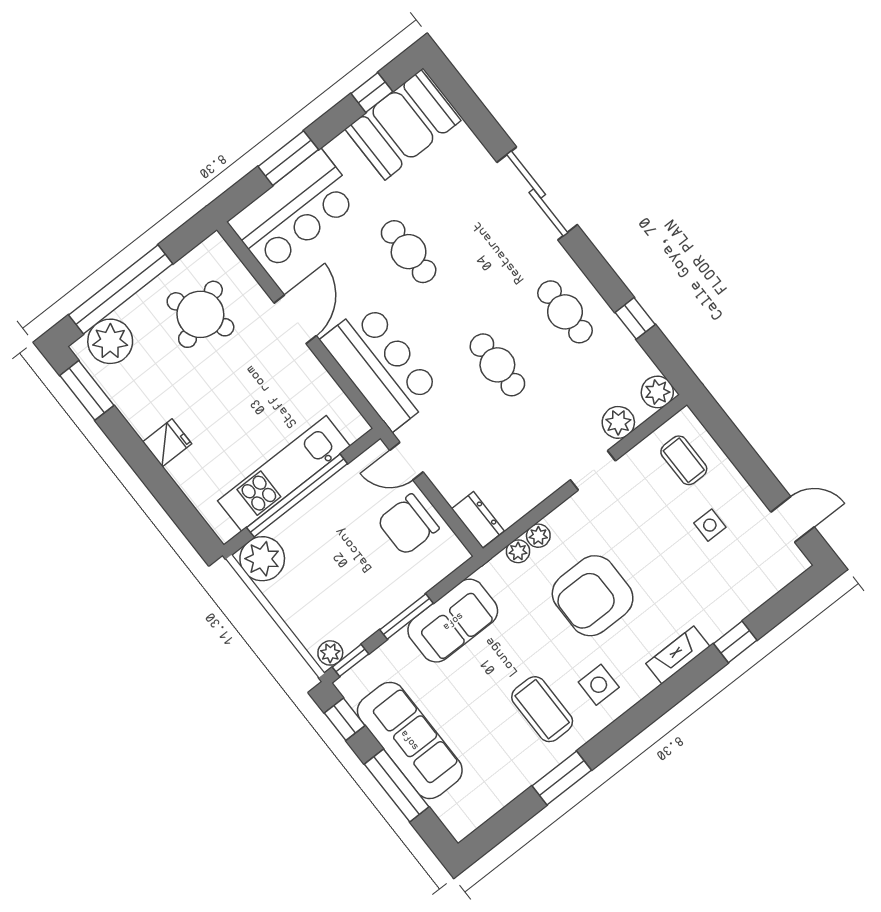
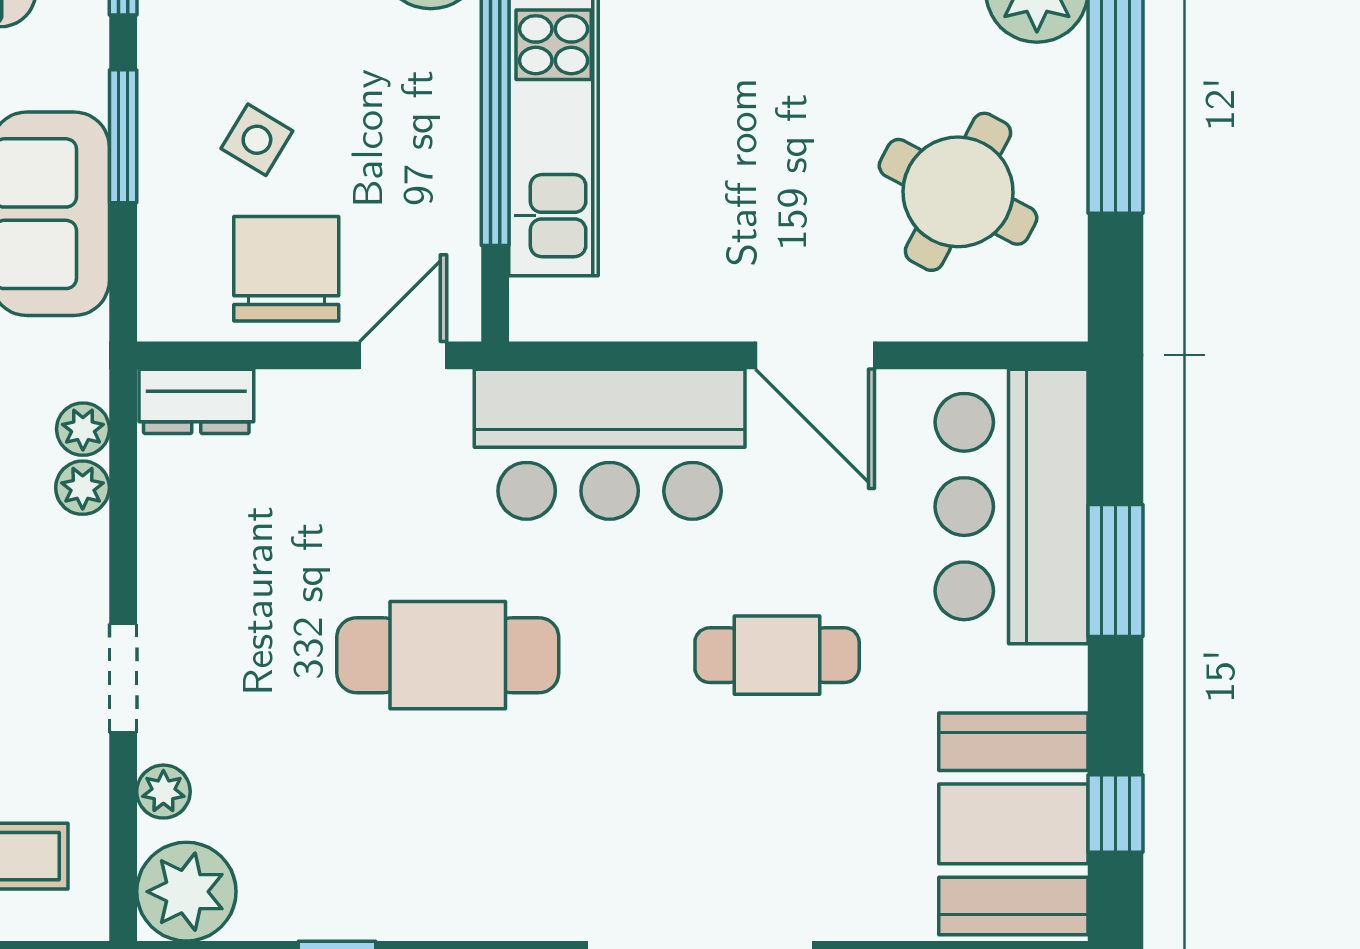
cafe table: (565, 312) -> (448, 852), removed
round table: (200, 314) -> (958, 192), turned -38
cafe table: (497, 365) -> (448, 655), width x1.37, depth x1.35
plant: (657, 392) -> (186, 892), width x1.36, depth x1.36
plant: (618, 422) -> (163, 792), width x0.73, depth x0.73
side table: (372, 569) -> (257, 140), added

